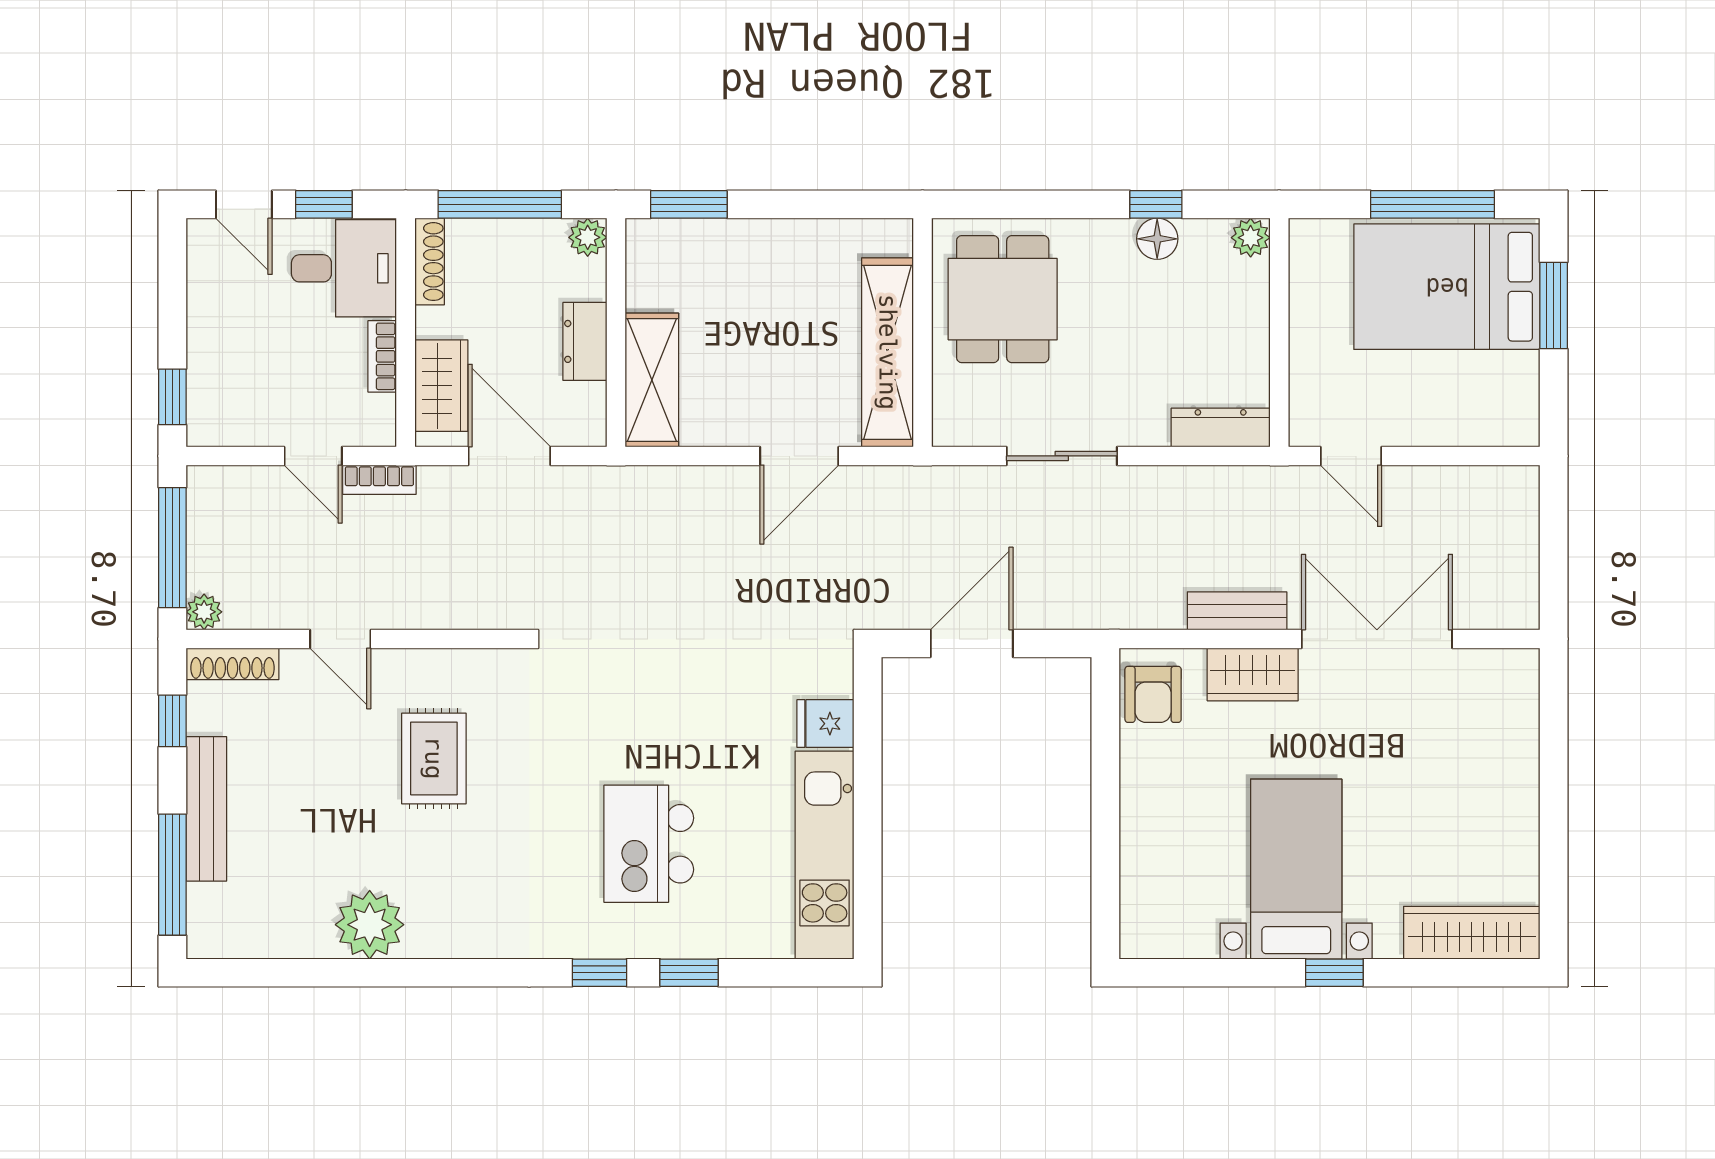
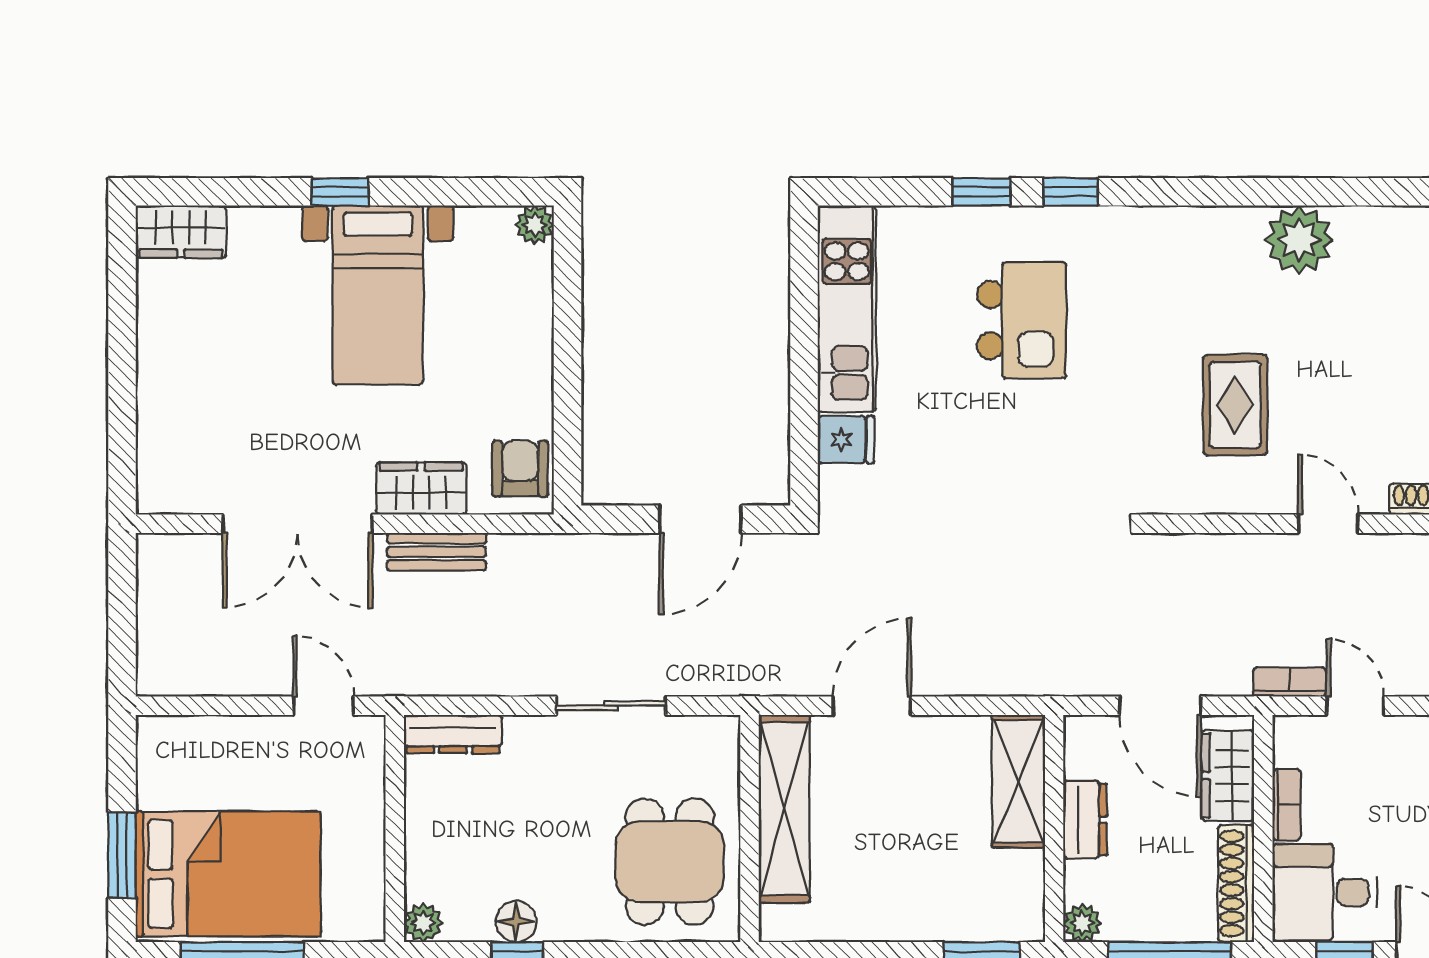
shoe rack: (430, 262) -> (1236, 883), width x1.36, depth x1.24
wardrobe: (1472, 933) -> (181, 232), width x0.67
plant: (1138, 940) -> (535, 225), added

